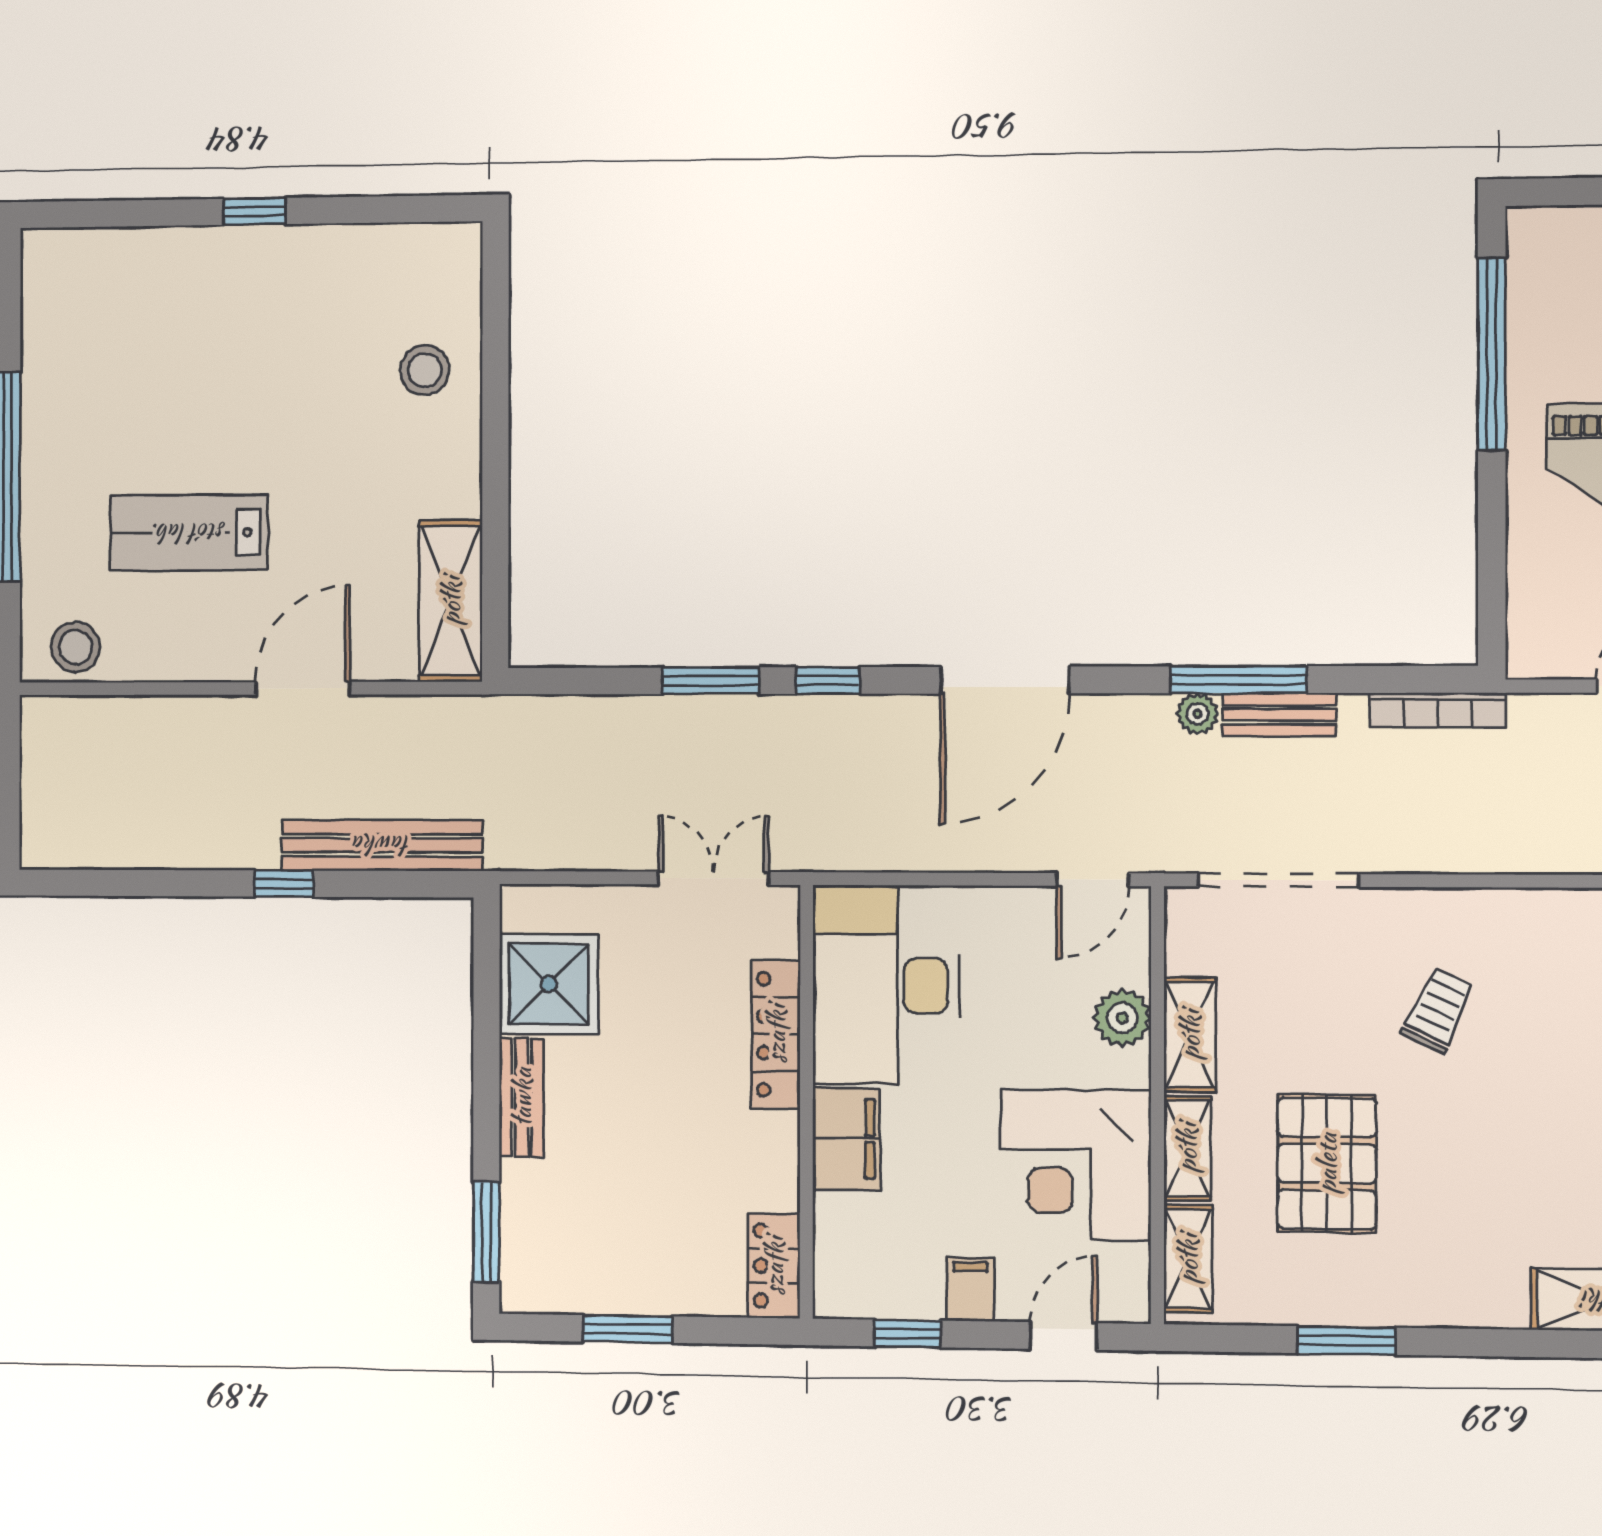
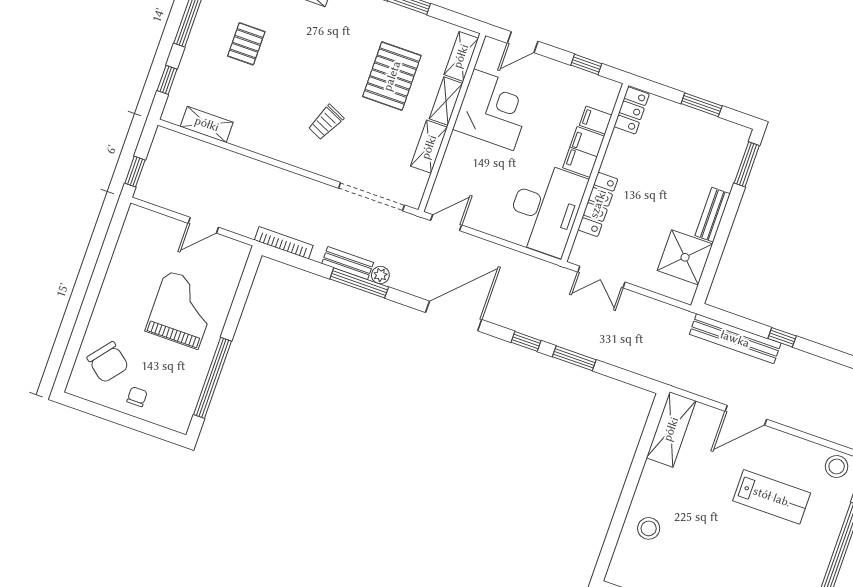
plant: (1122, 1018) -> (454, 163), removed
filing cabinet: (970, 1289) -> (596, 120), moved, turned 90

